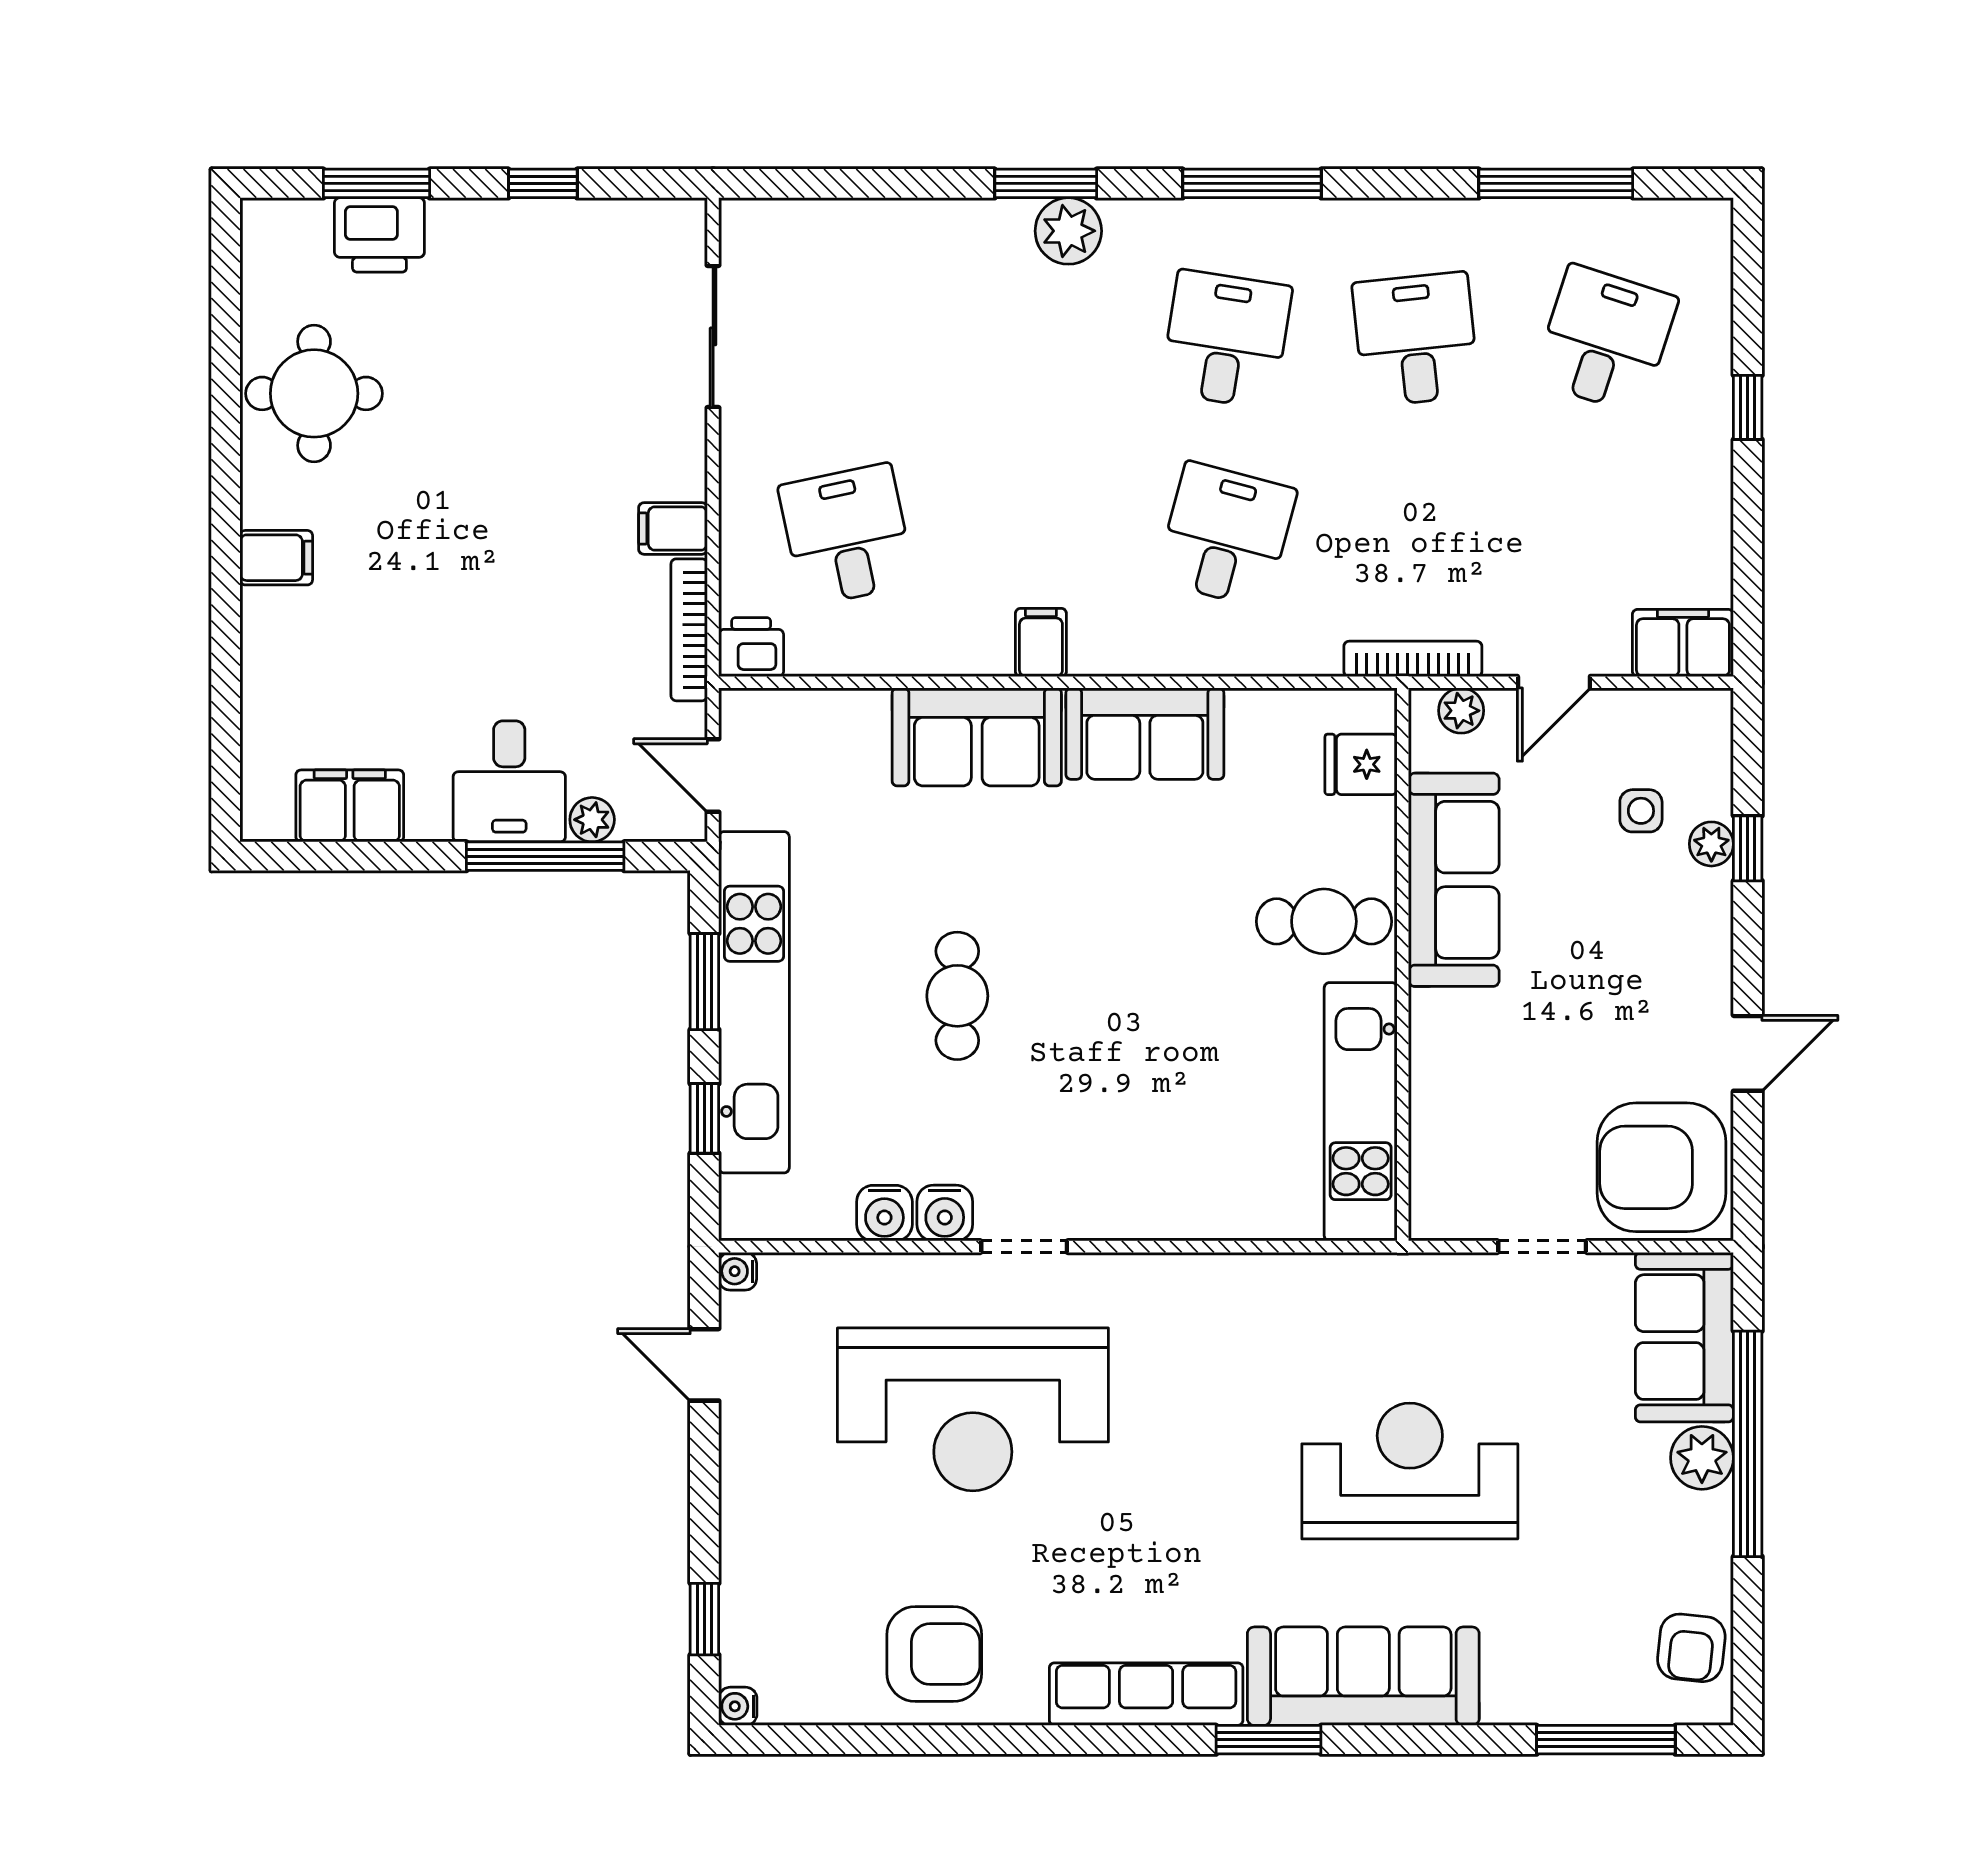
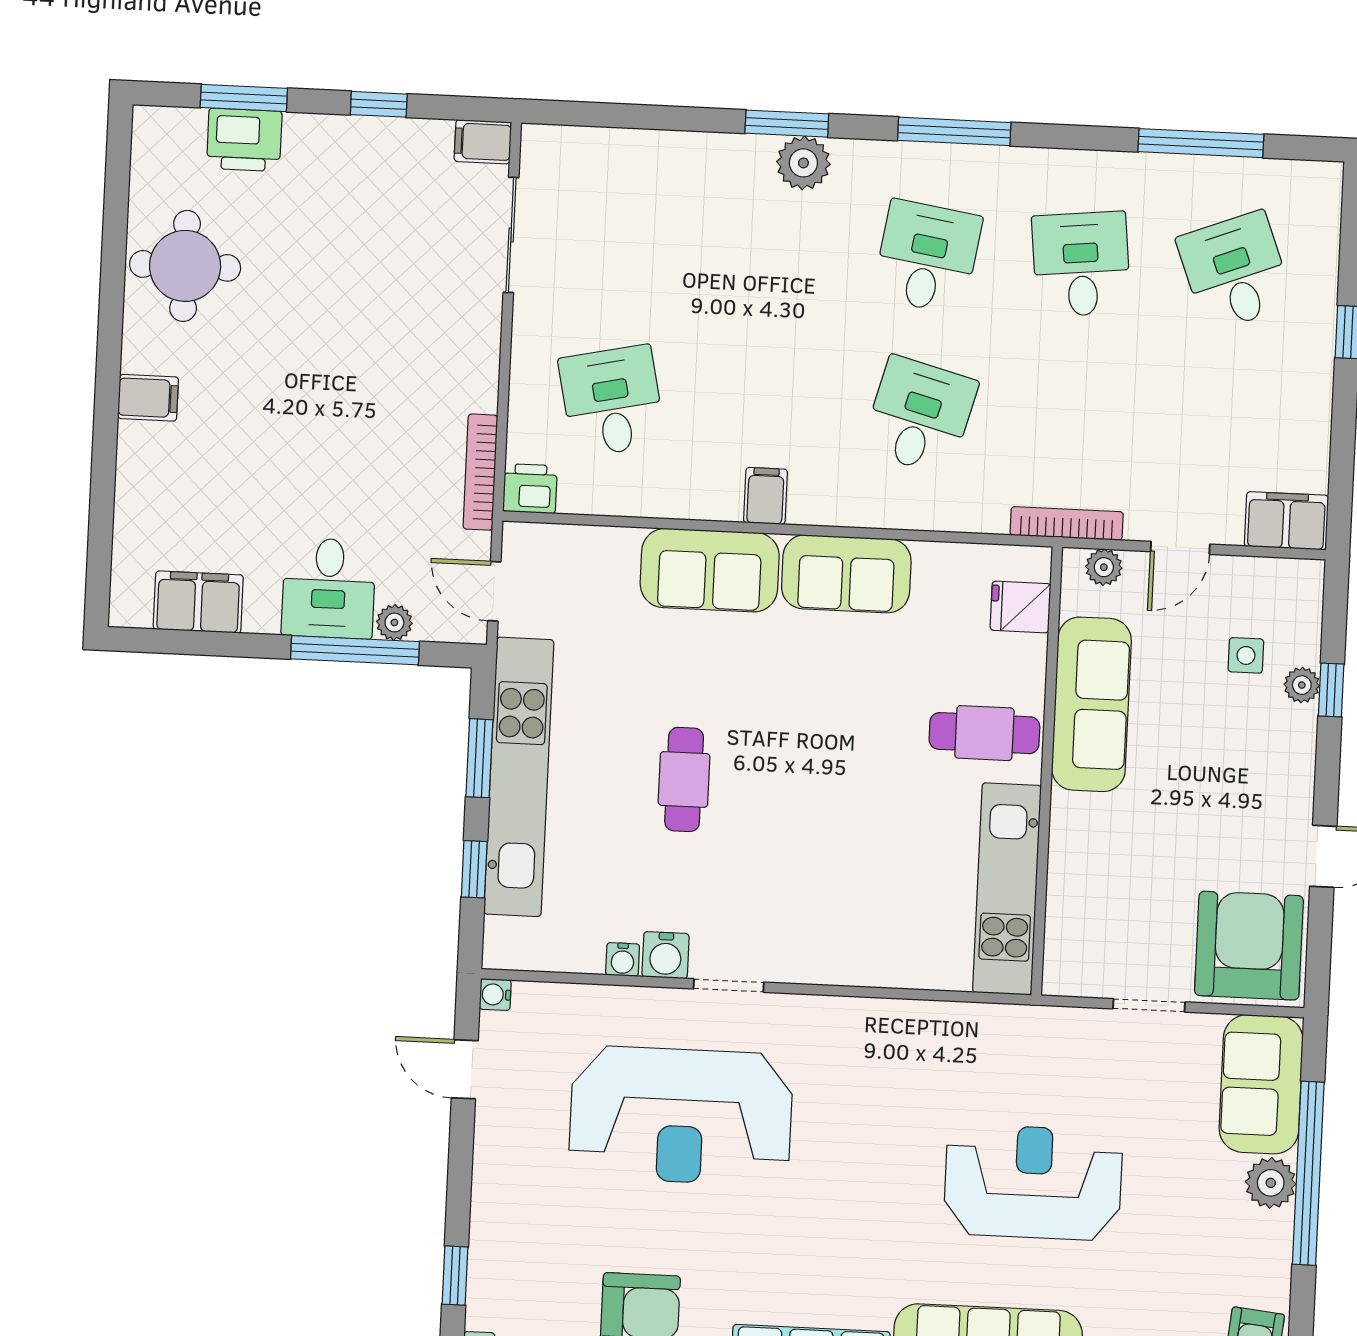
desk: (1605, 339) -> (1235, 271), turned -39
filing cabinet: (673, 528) -> (483, 142), moved
armchair: (1661, 1167) -> (1249, 946), turned 90
water cooler: (884, 1213) -> (623, 960), width x0.72, depth x0.72

